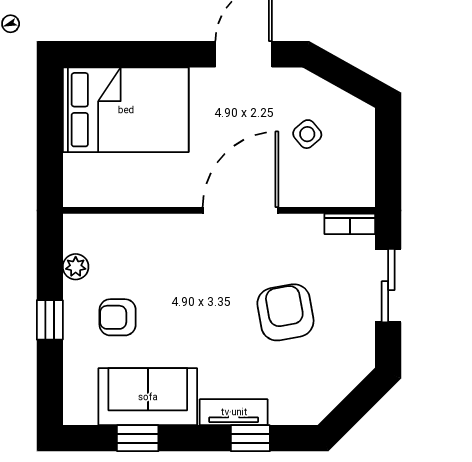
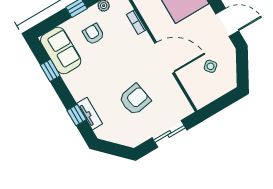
bookcase: (350, 224) -> (136, 22), moved
sofa: (148, 397) -> (61, 51), moved
tv unit: (234, 412) -> (90, 114), moved

